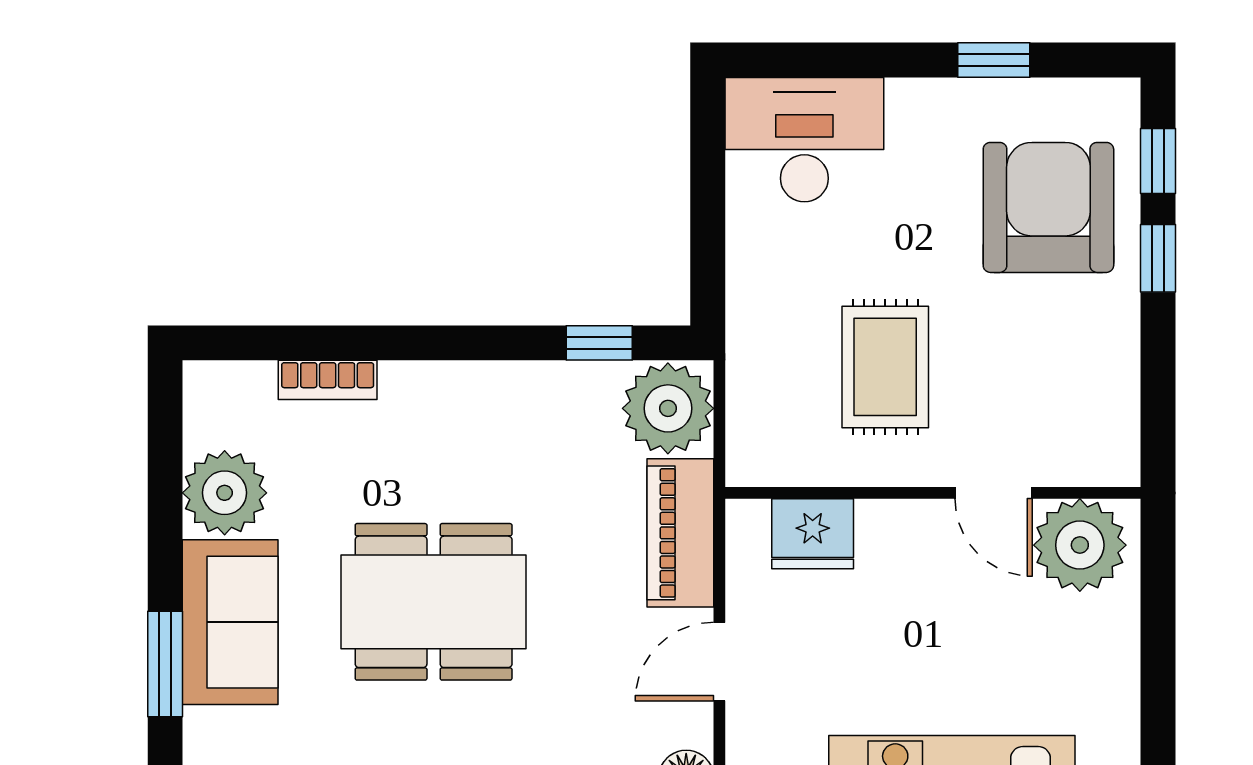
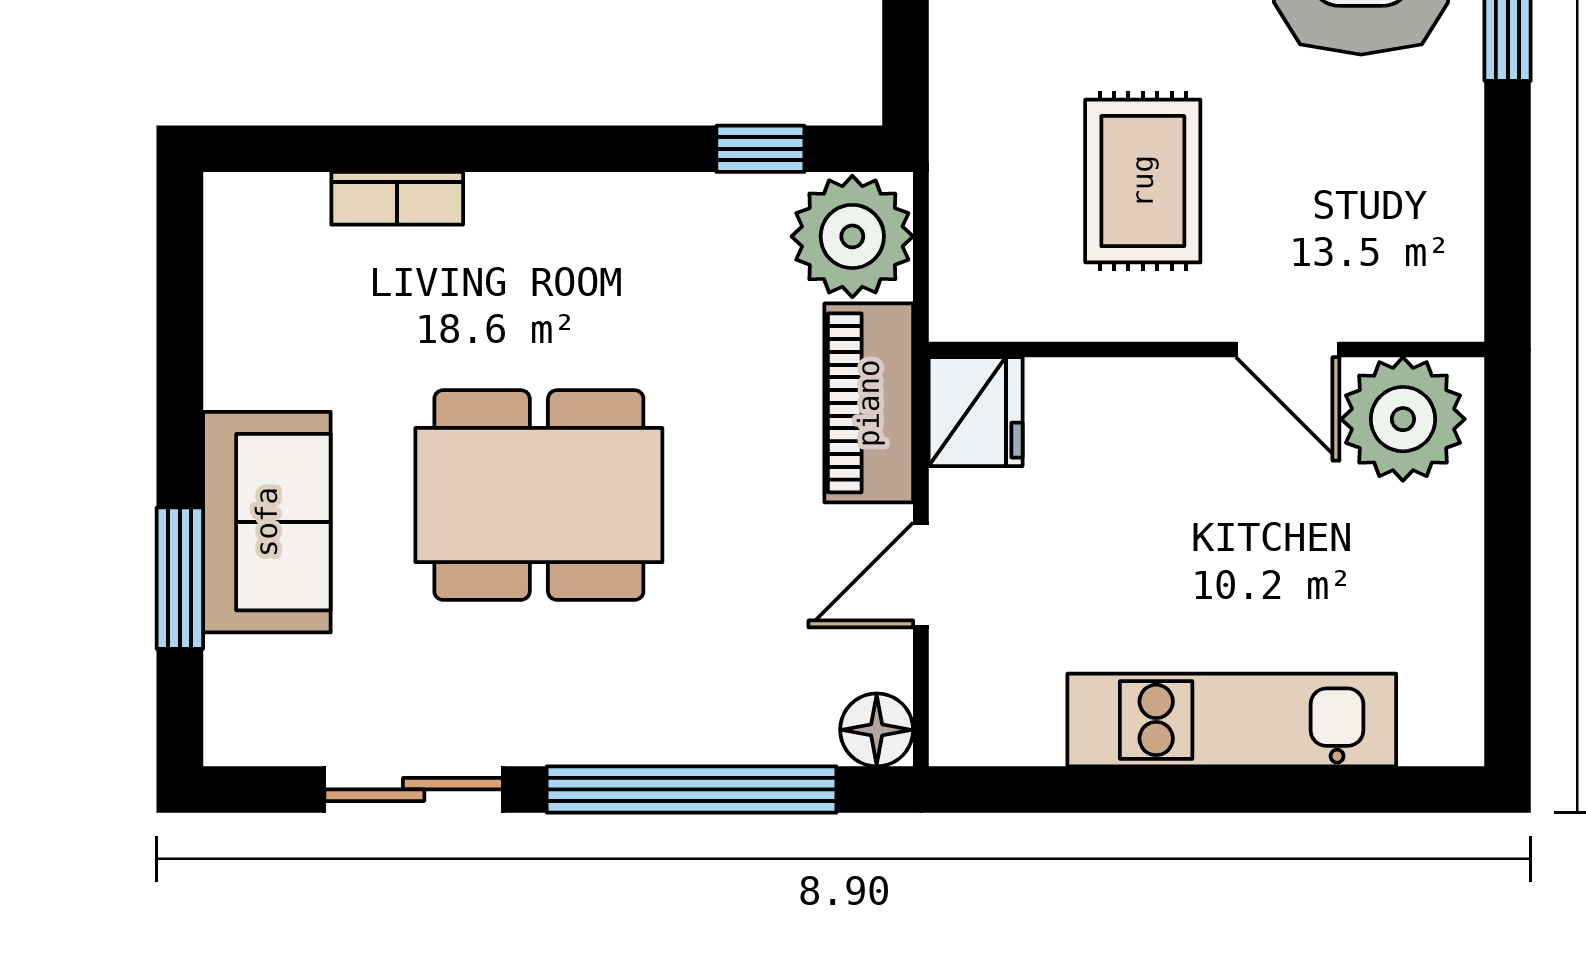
plant: (225, 493) -> (259, 349), removed
fridge: (813, 534) -> (976, 412), moved, turned -90

